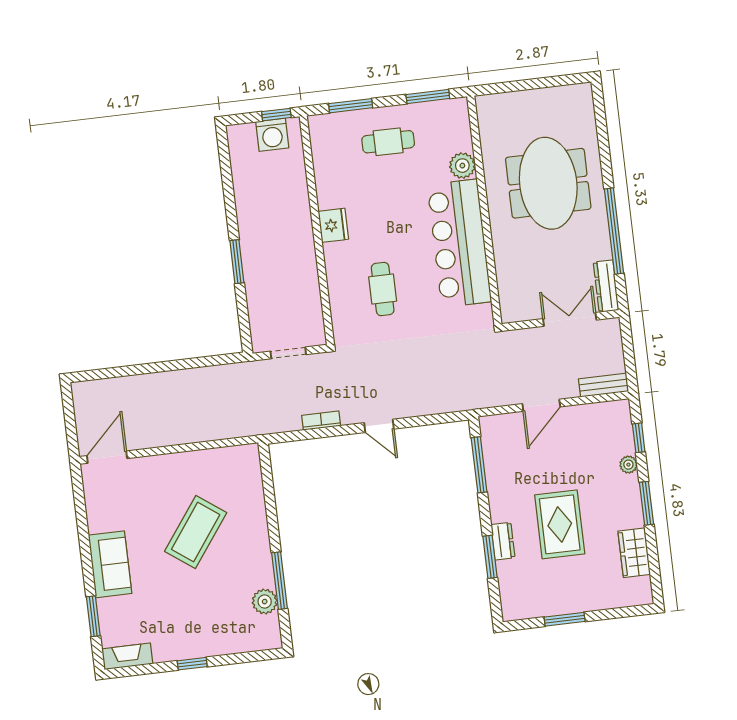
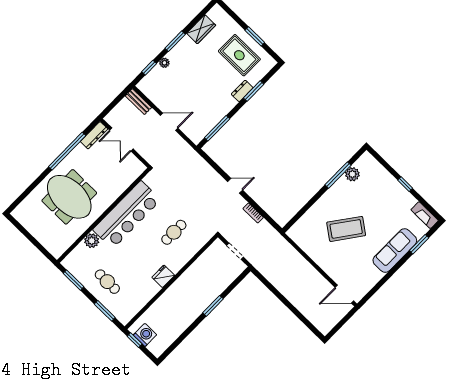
meeting table: (548, 183) -> (69, 197), turned 90
door: (379, 426) -> (235, 186), hinge flipped
rug: (560, 524) -> (239, 55), moved, turned 90
sofa: (110, 564) -> (395, 251), width x1.36

